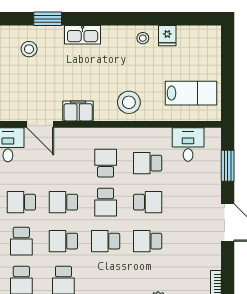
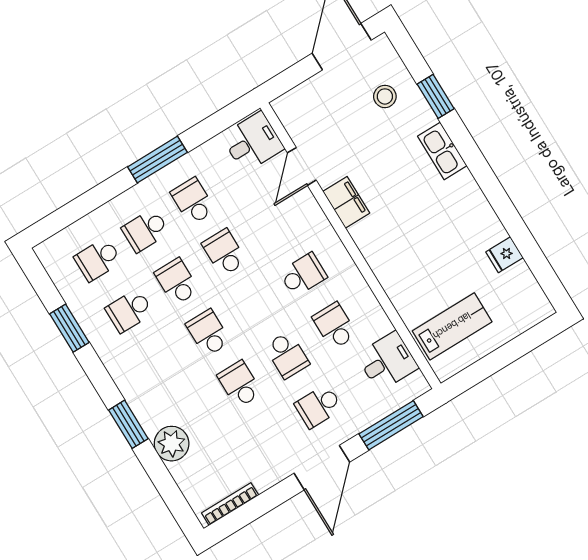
stool: (143, 38) -> (483, 227), removed
lab bench: (191, 93) -> (452, 326), turned -90
stool: (129, 102) -> (395, 258), removed
window: (228, 166) -> (391, 425), width x1.44
school desk: (106, 202) -> (318, 406), moved

